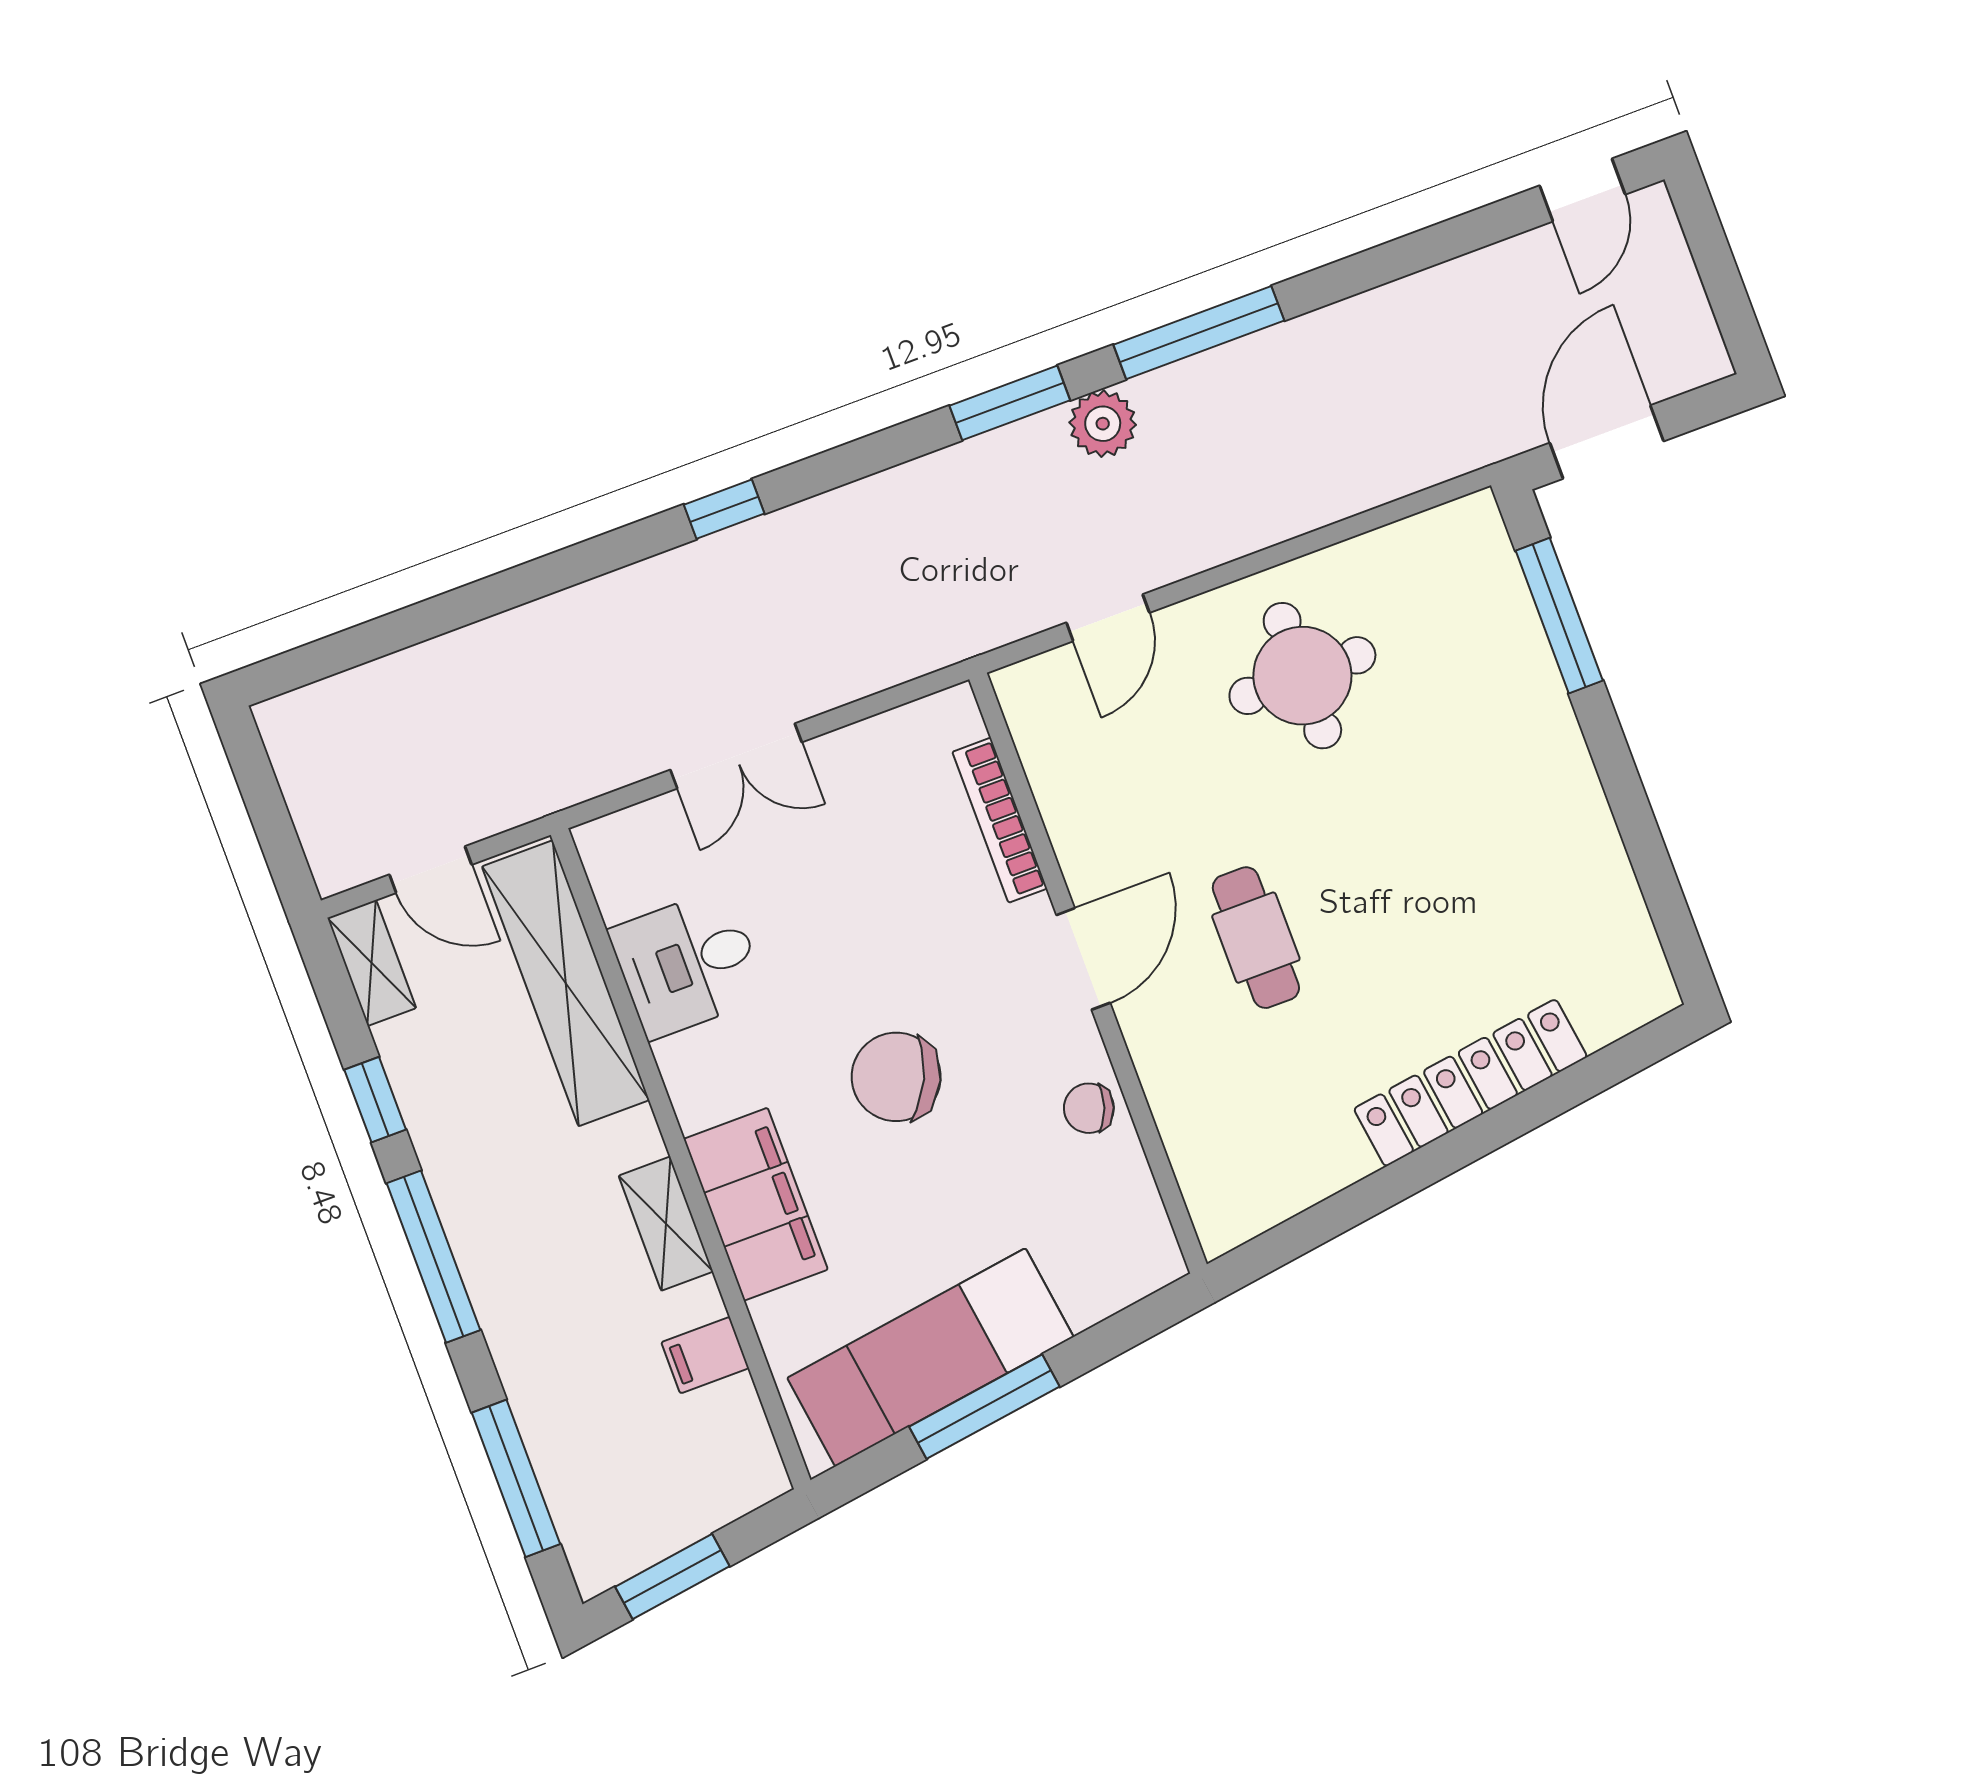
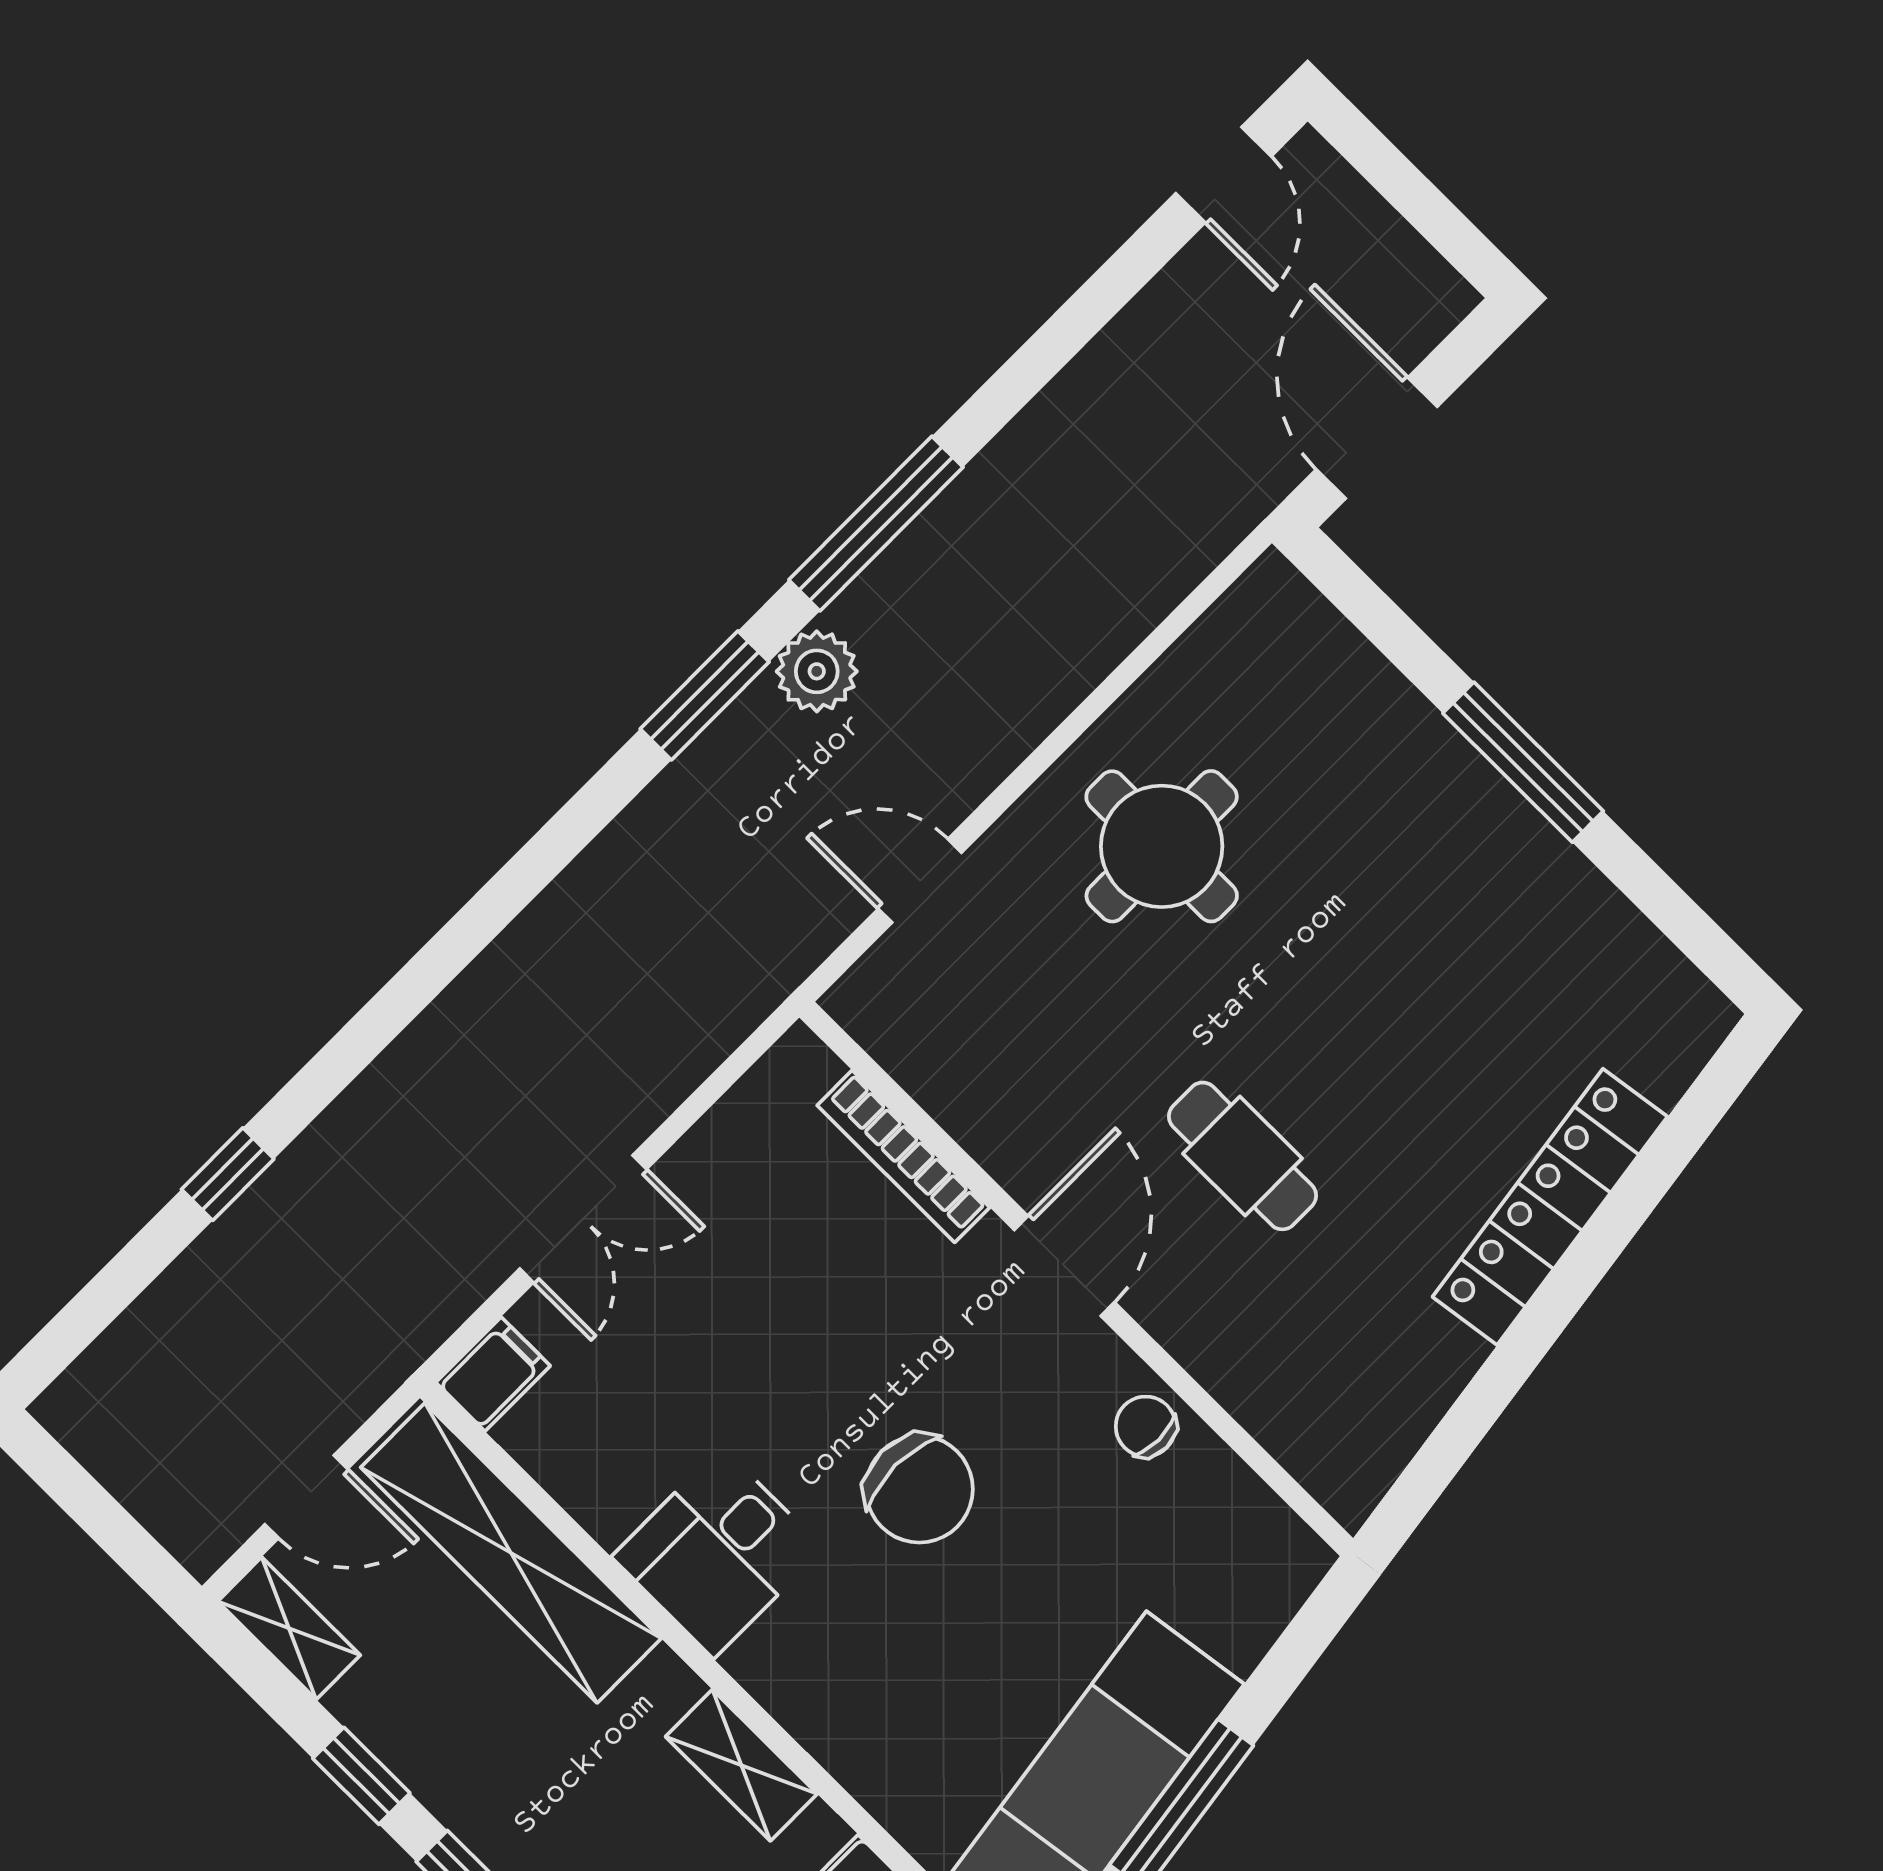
window: (724, 509) -> (228, 1174), moved
window: (1559, 616) -> (1523, 762), moved
door: (1108, 618) -> (920, 881), swing flipped
desk: (688, 963) -> (718, 1553), moved
chair: (896, 1077) -> (919, 1489), turned -115
chair: (1089, 1108) -> (1146, 1426), turned 71
filing cabinet: (756, 1204) -> (493, 1374), moved, width x0.33, depth x0.86

